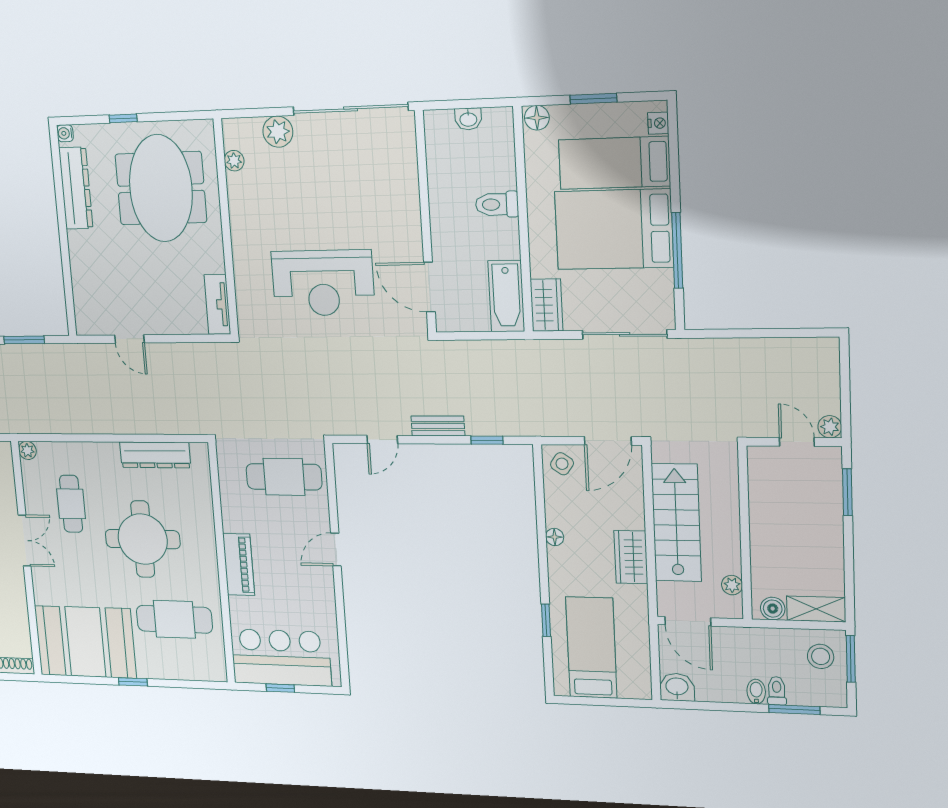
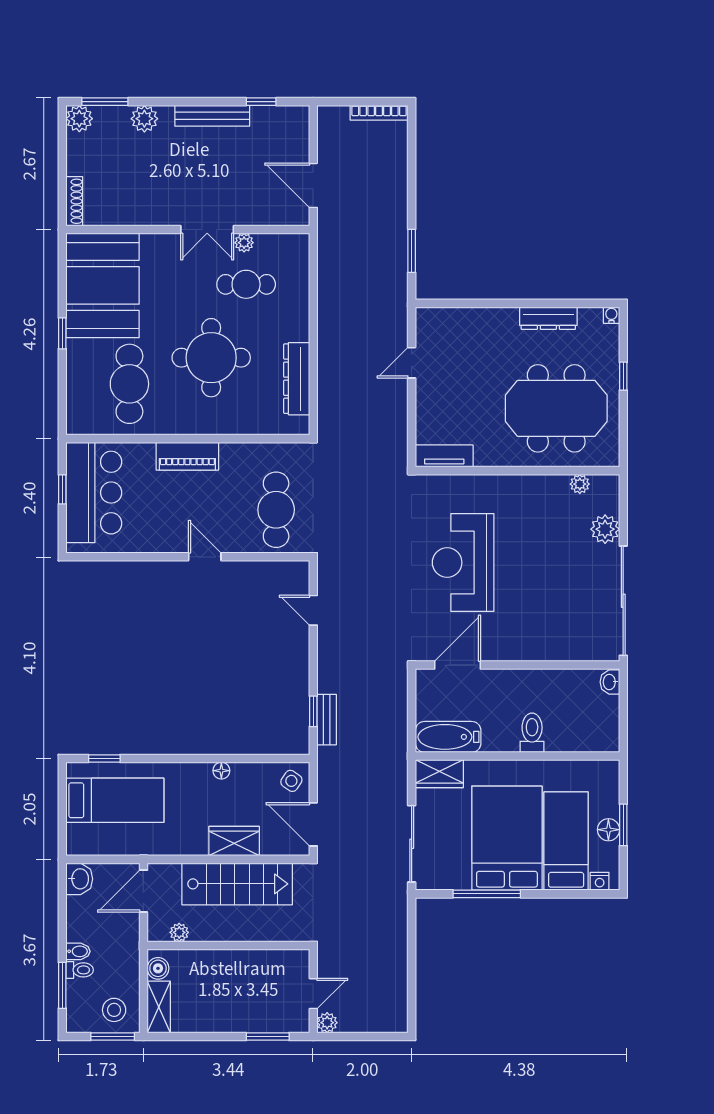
floor lamp: (537, 118) -> (608, 830), moved
washbasin: (468, 119) -> (610, 682), moved
dresser: (76, 188) -> (548, 318), width x0.73, depth x0.80
bench: (438, 426) -> (327, 720), moved
plant: (27, 450) -> (244, 243), moved
wardrobe: (631, 557) -> (234, 841), moved
window: (546, 620) -> (104, 759), moved

